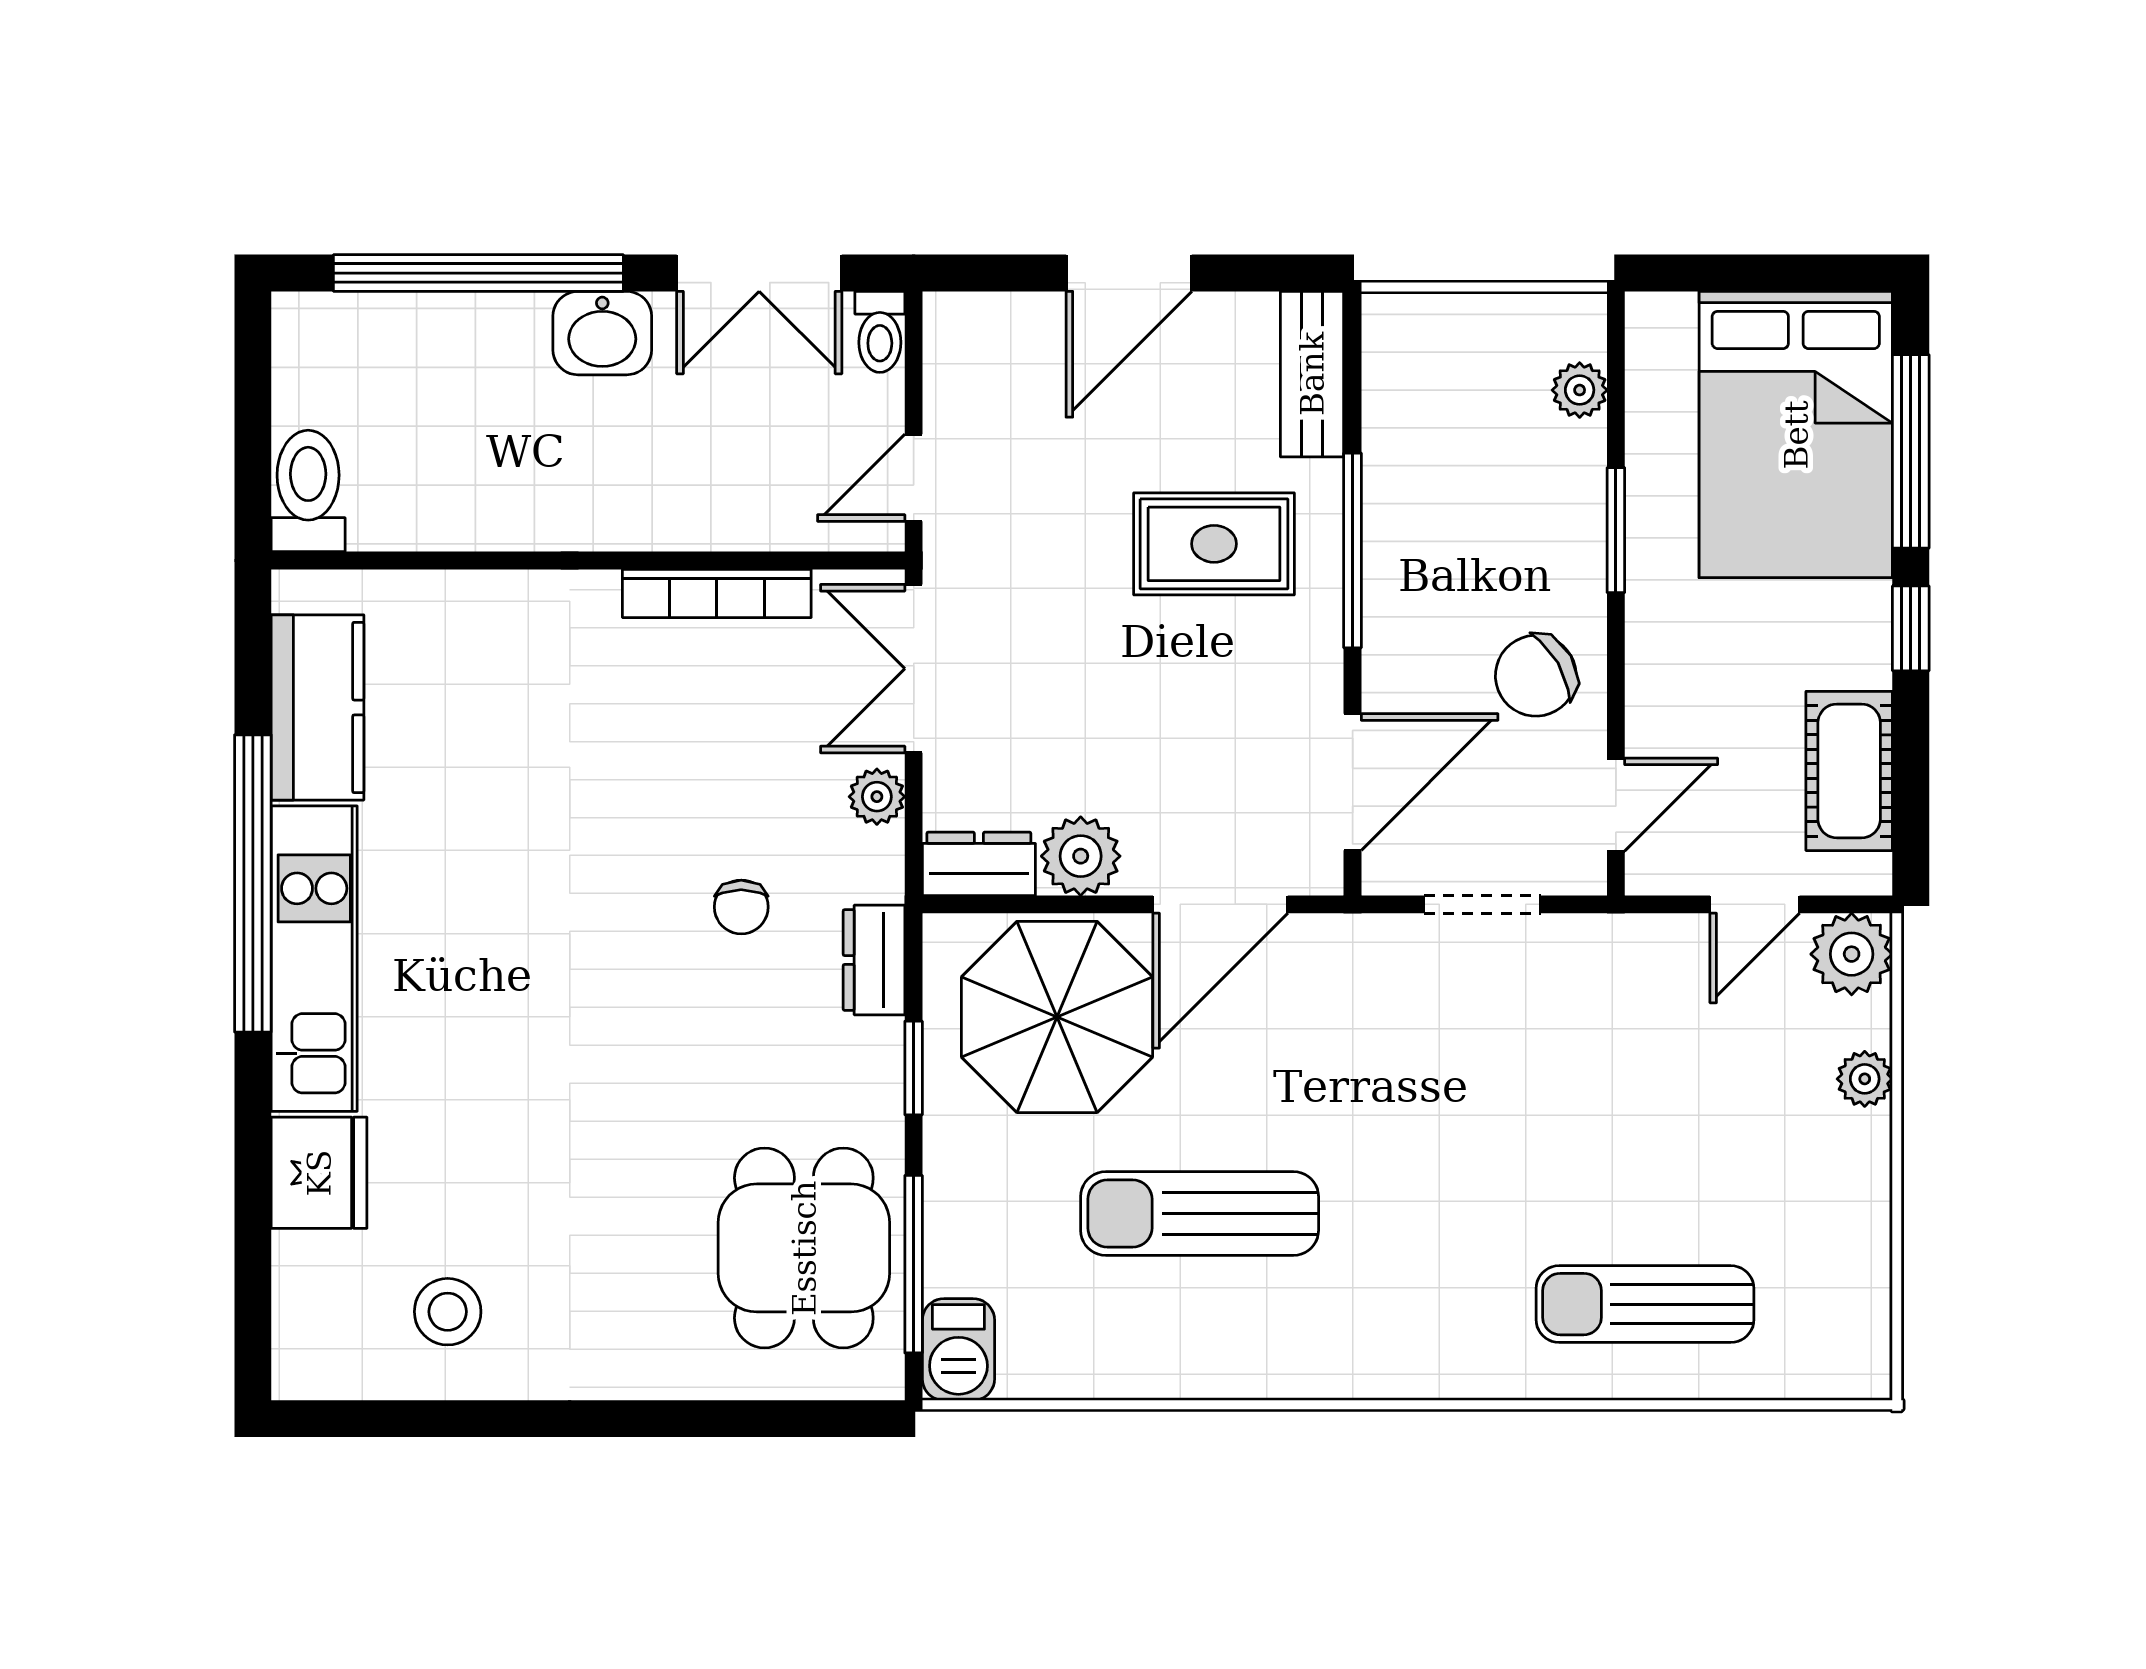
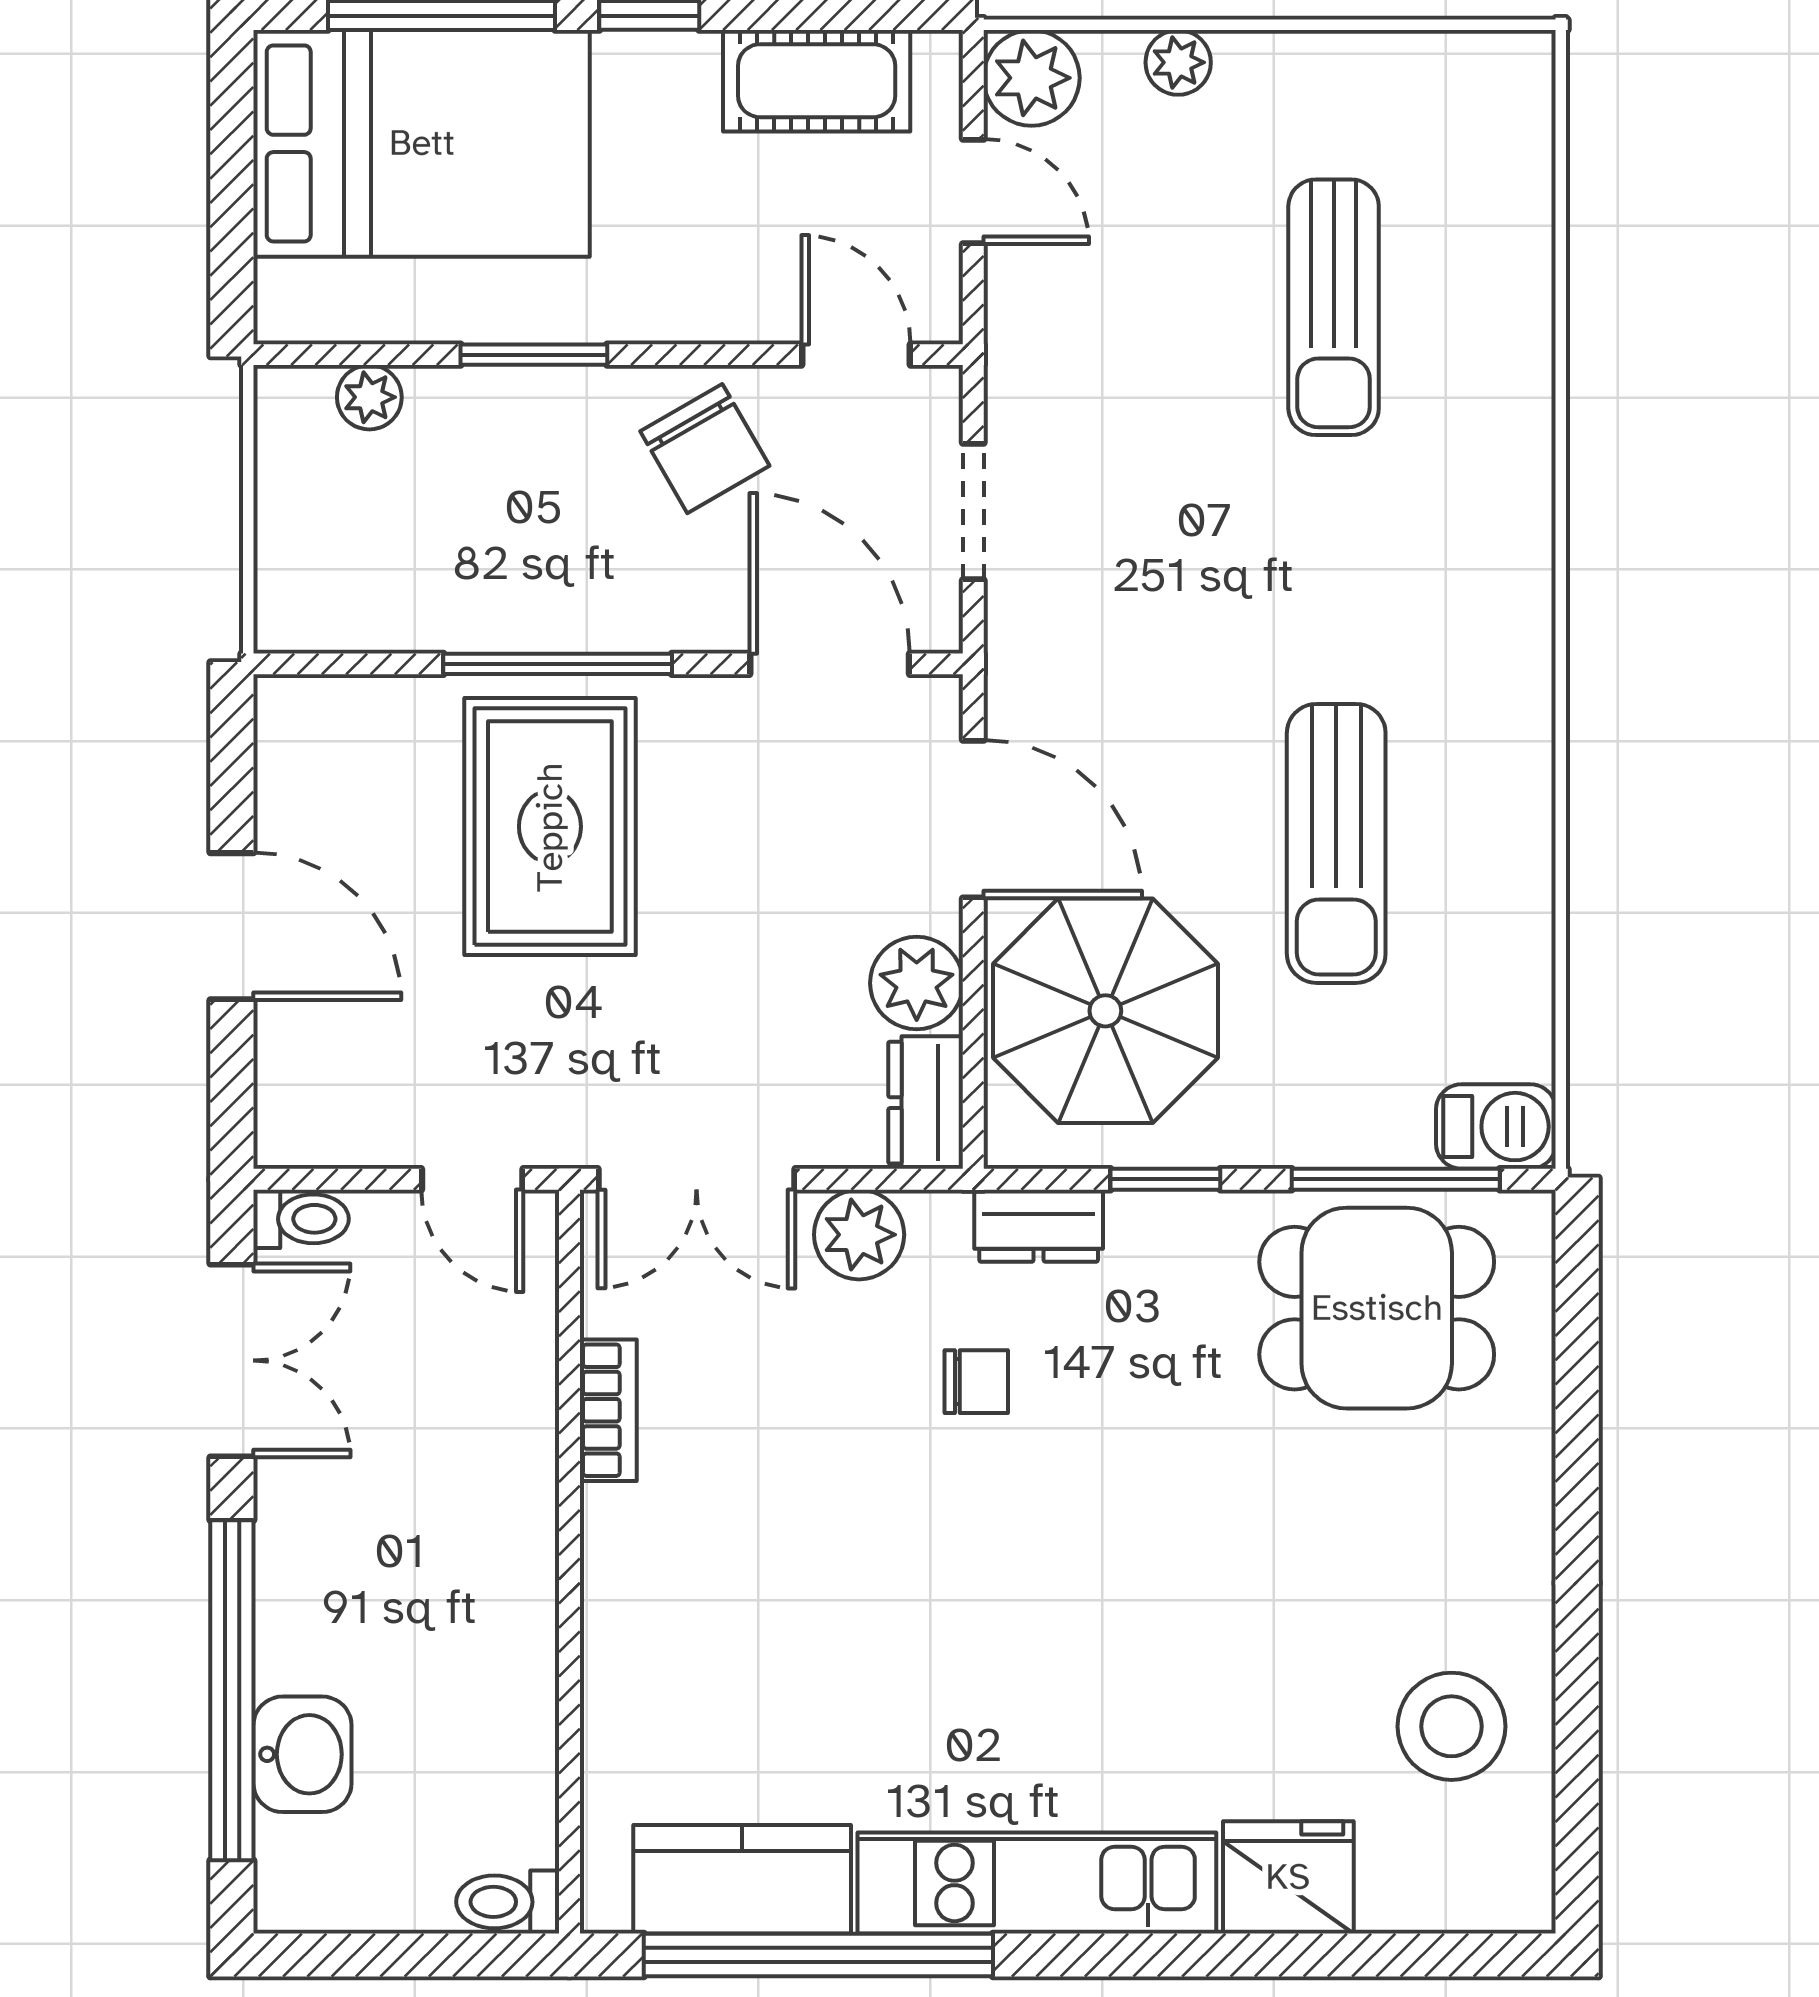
washbasin: (602, 333) -> (302, 1754), moved
bench: (1312, 374) -> (351, 711), removed
toilet: (308, 491) -> (508, 1902), width x0.73, depth x0.72
rug: (1214, 544) -> (550, 827), width x1.36, depth x1.43
bookcase: (717, 593) -> (608, 1410), width x0.64
plant: (877, 797) -> (859, 1235), width x1.38, depth x1.38
window: (253, 883) -> (818, 1955), moved
sun lounger: (1645, 1304) -> (1334, 307), moved
stool: (448, 1312) -> (1451, 1726), width x1.38, depth x1.38

